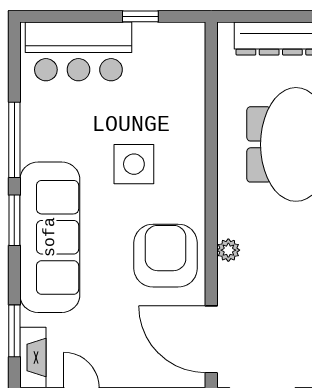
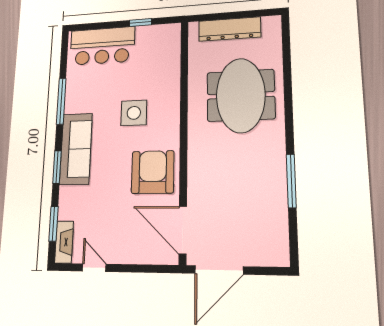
window: (14, 220) -> (57, 167), moved
sofa: (50, 237) -> (76, 149), width x0.74, depth x0.79
plant: (228, 250) -> (195, 168), removed

